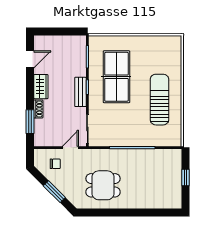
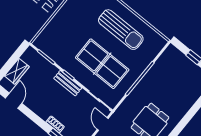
table tennis table: (116, 77) -> (102, 64), moved
wardrobe: (41, 87) -> (17, 71), moved, turned 90
sun lounger: (159, 100) -> (121, 30), turned 180

